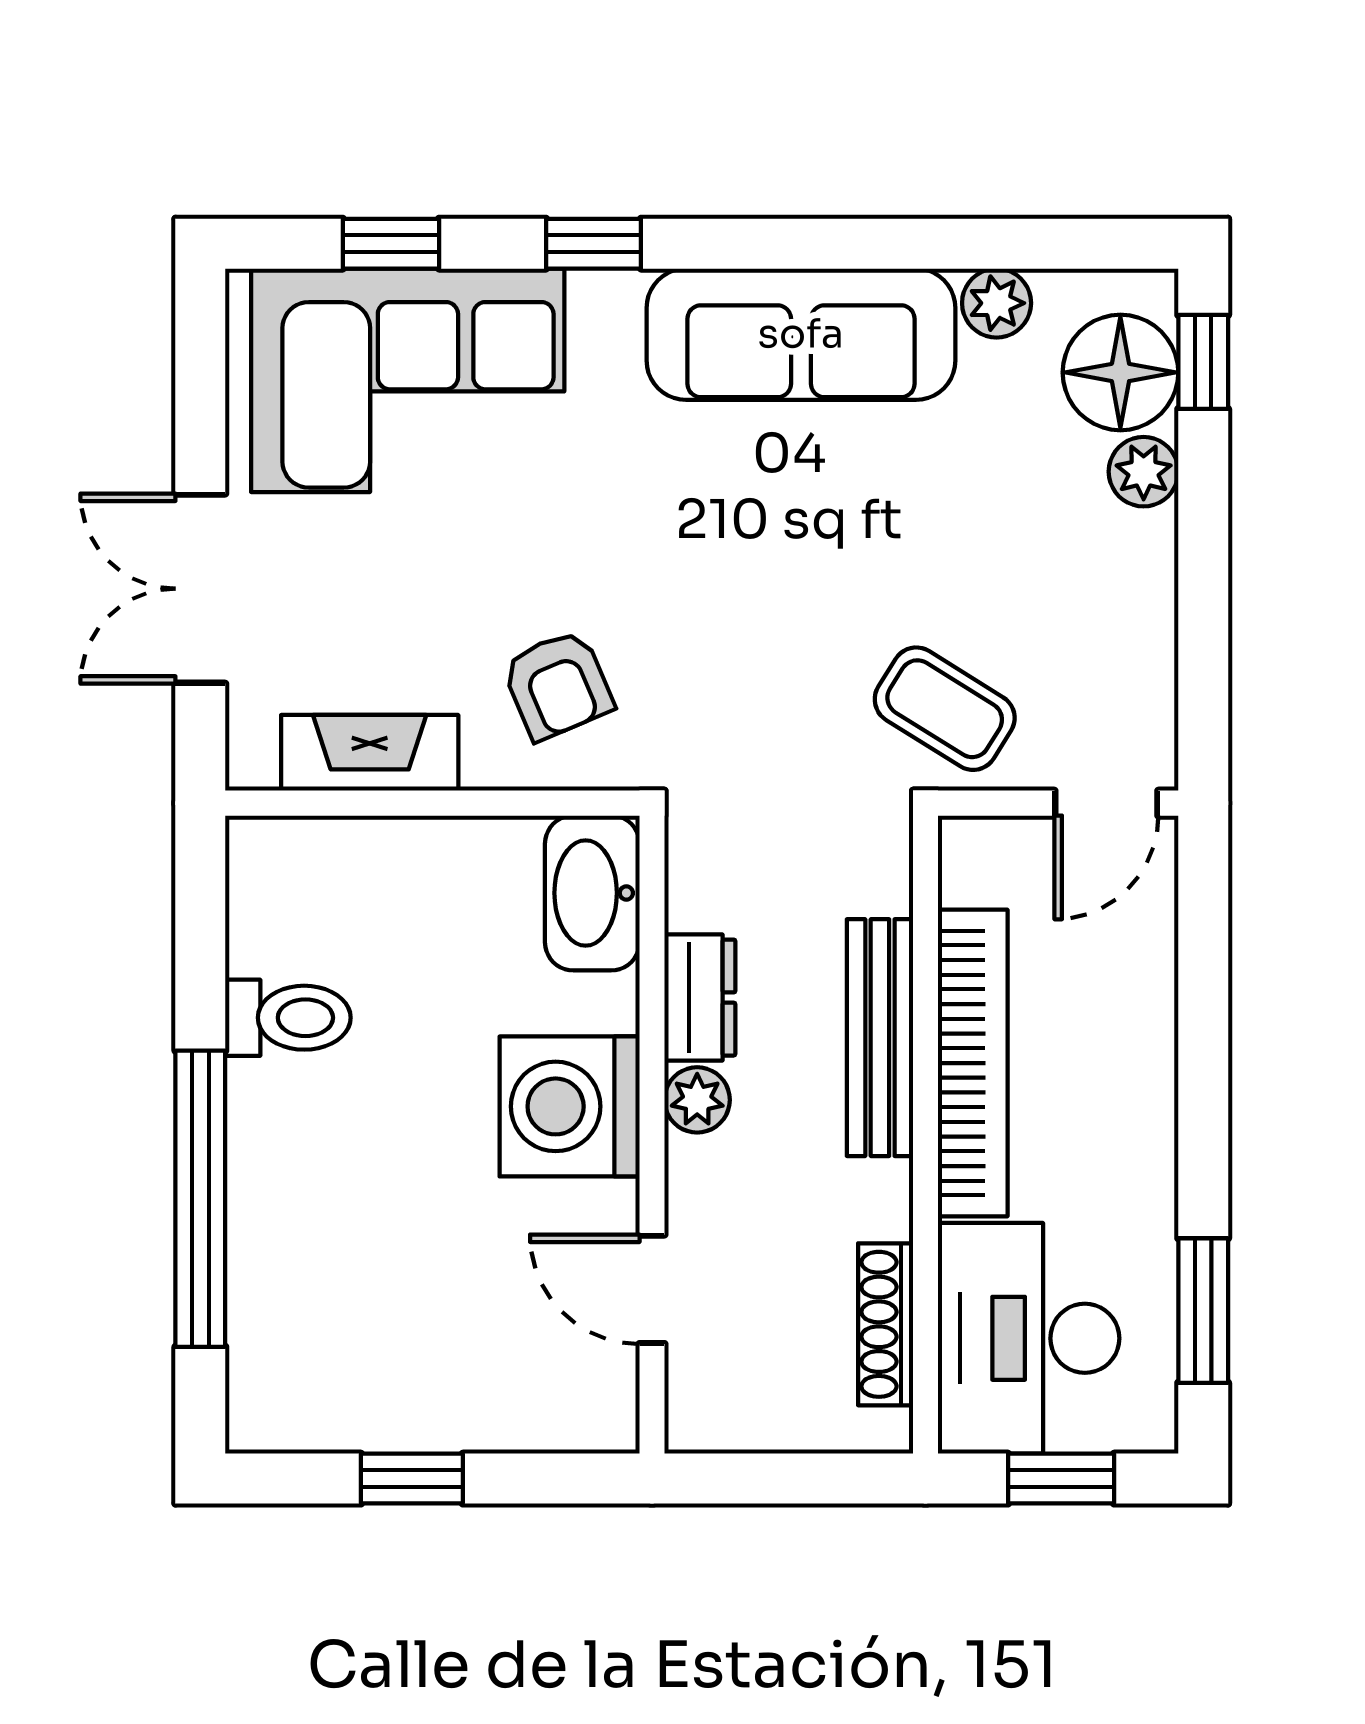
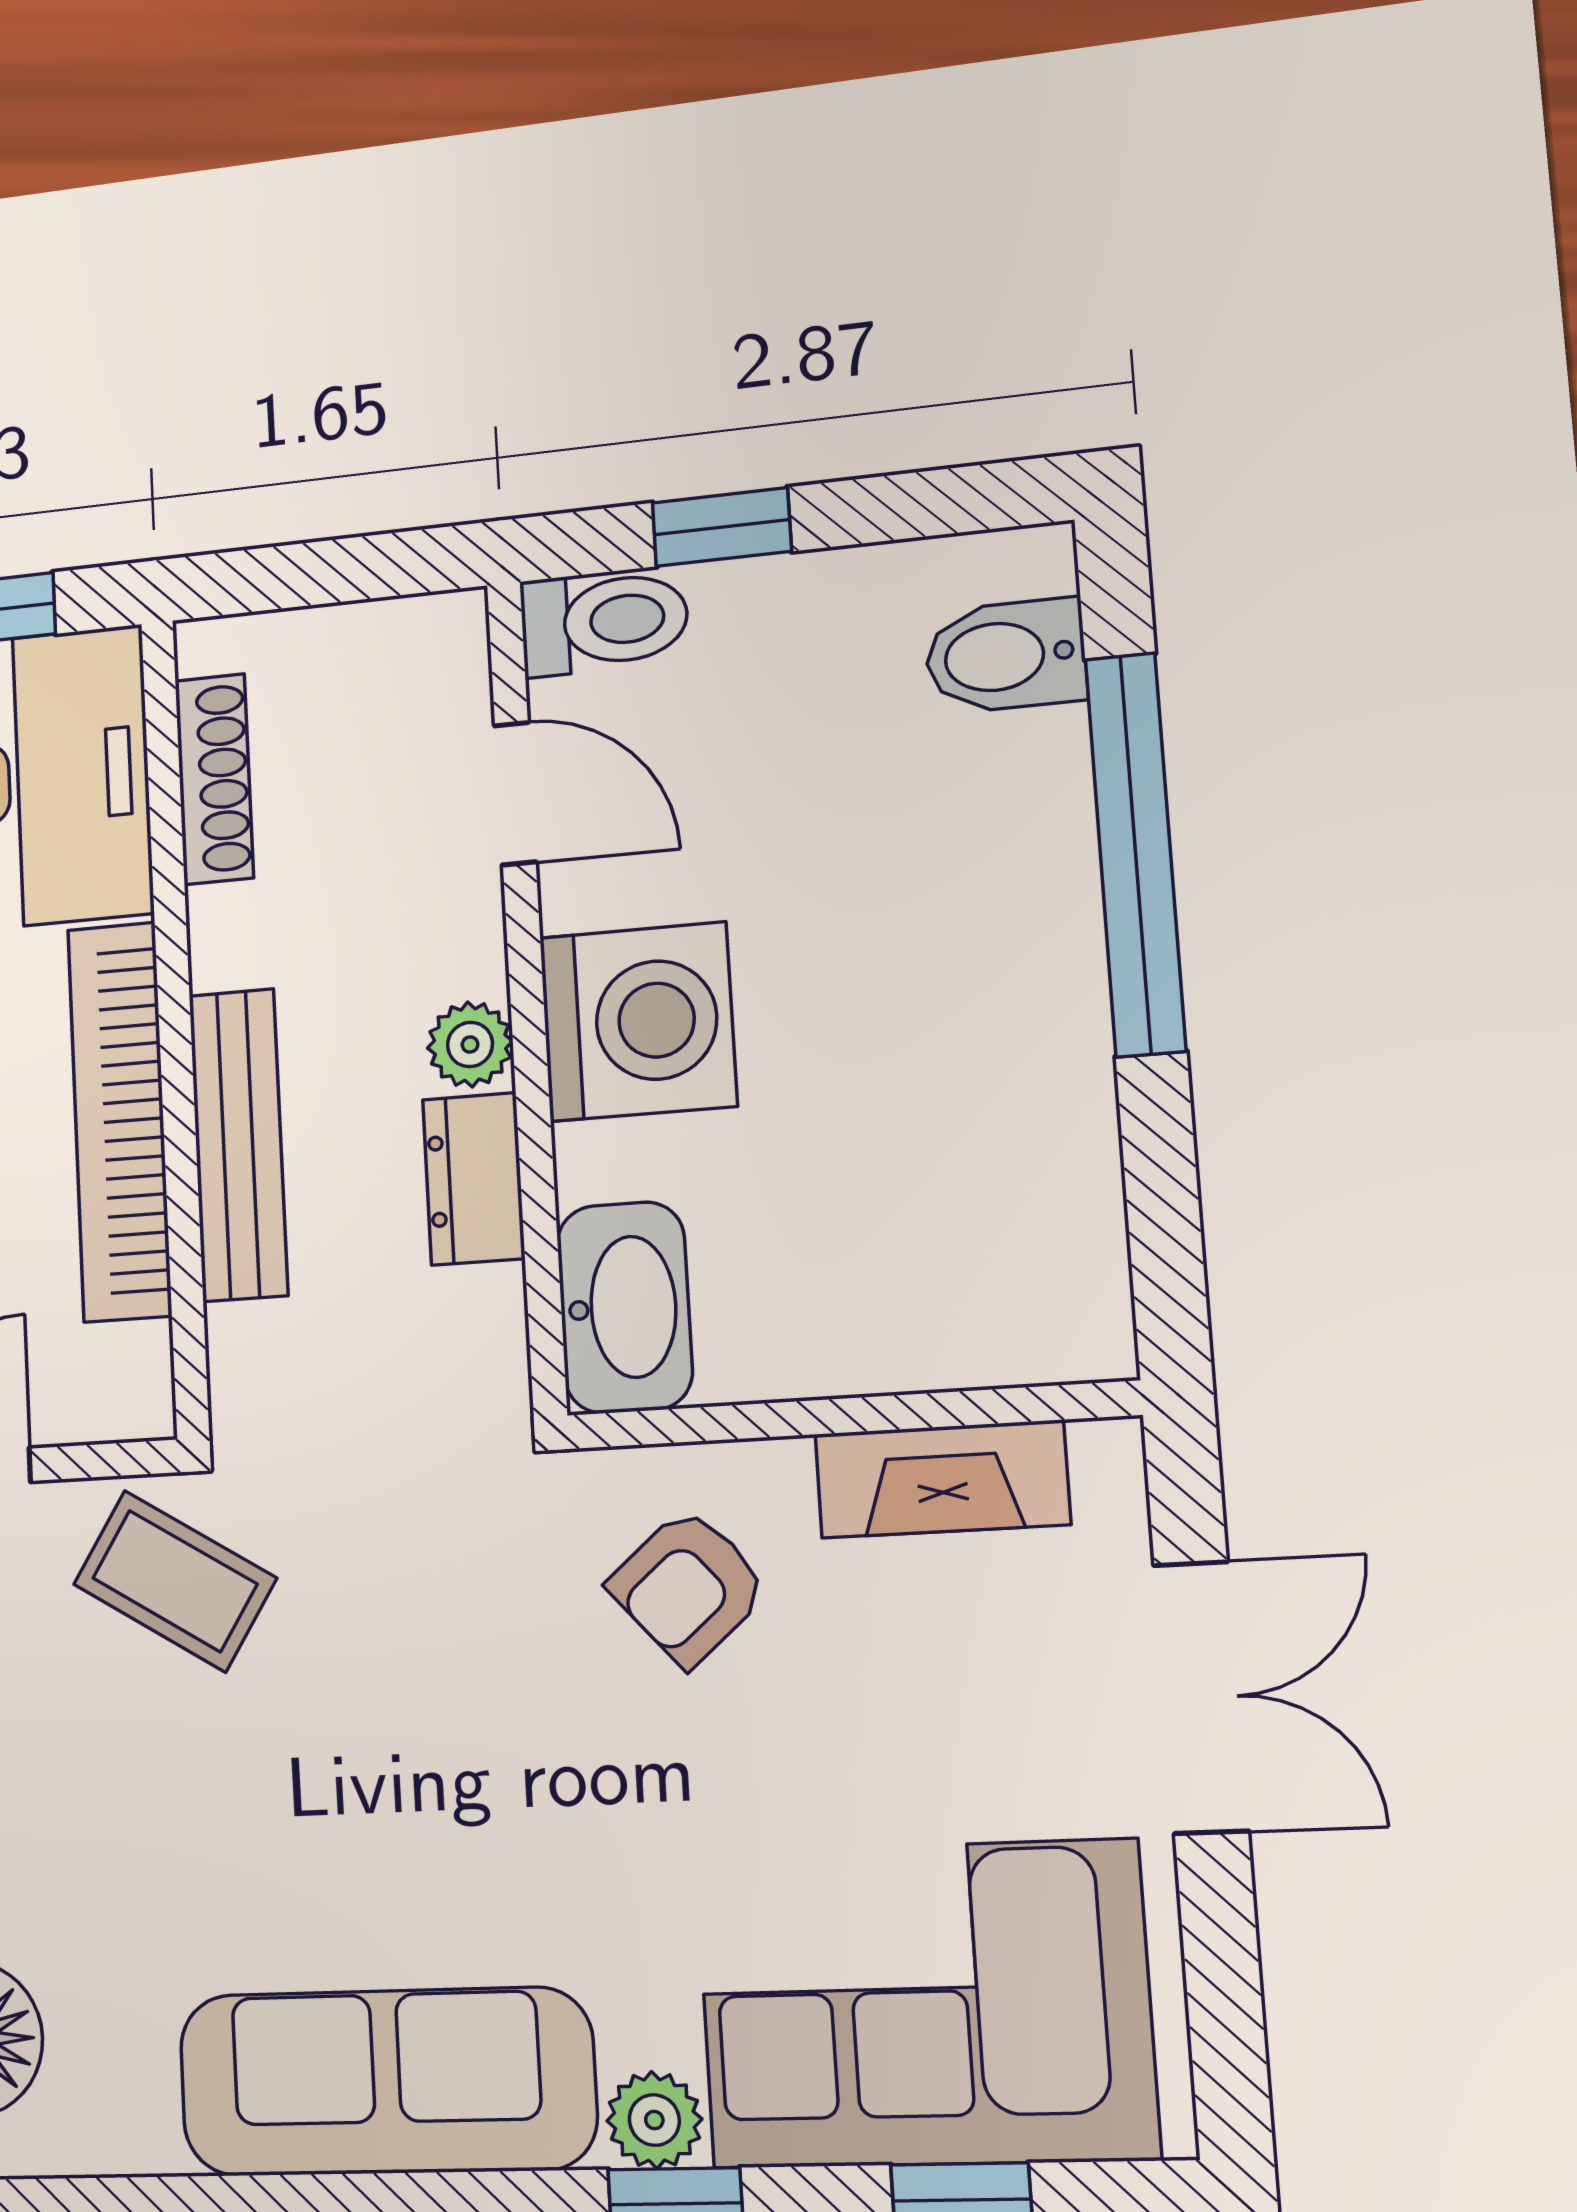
plant: (997, 303) -> (654, 2120), moved
armchair: (558, 685) -> (688, 1587), turned -108
toilet: (288, 1018) -> (604, 621), moved, turned 180
bidet: (282, 1356) -> (1005, 656), added
window: (412, 1479) -> (722, 527), moved

